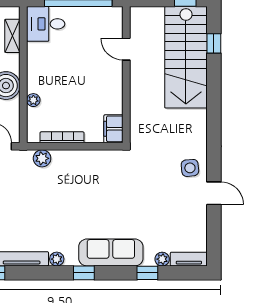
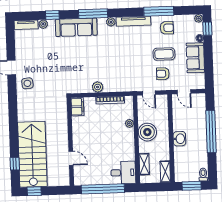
plant: (42, 158) -> (98, 87), moved
window: (84, 273) -> (93, 14), width x2.17

